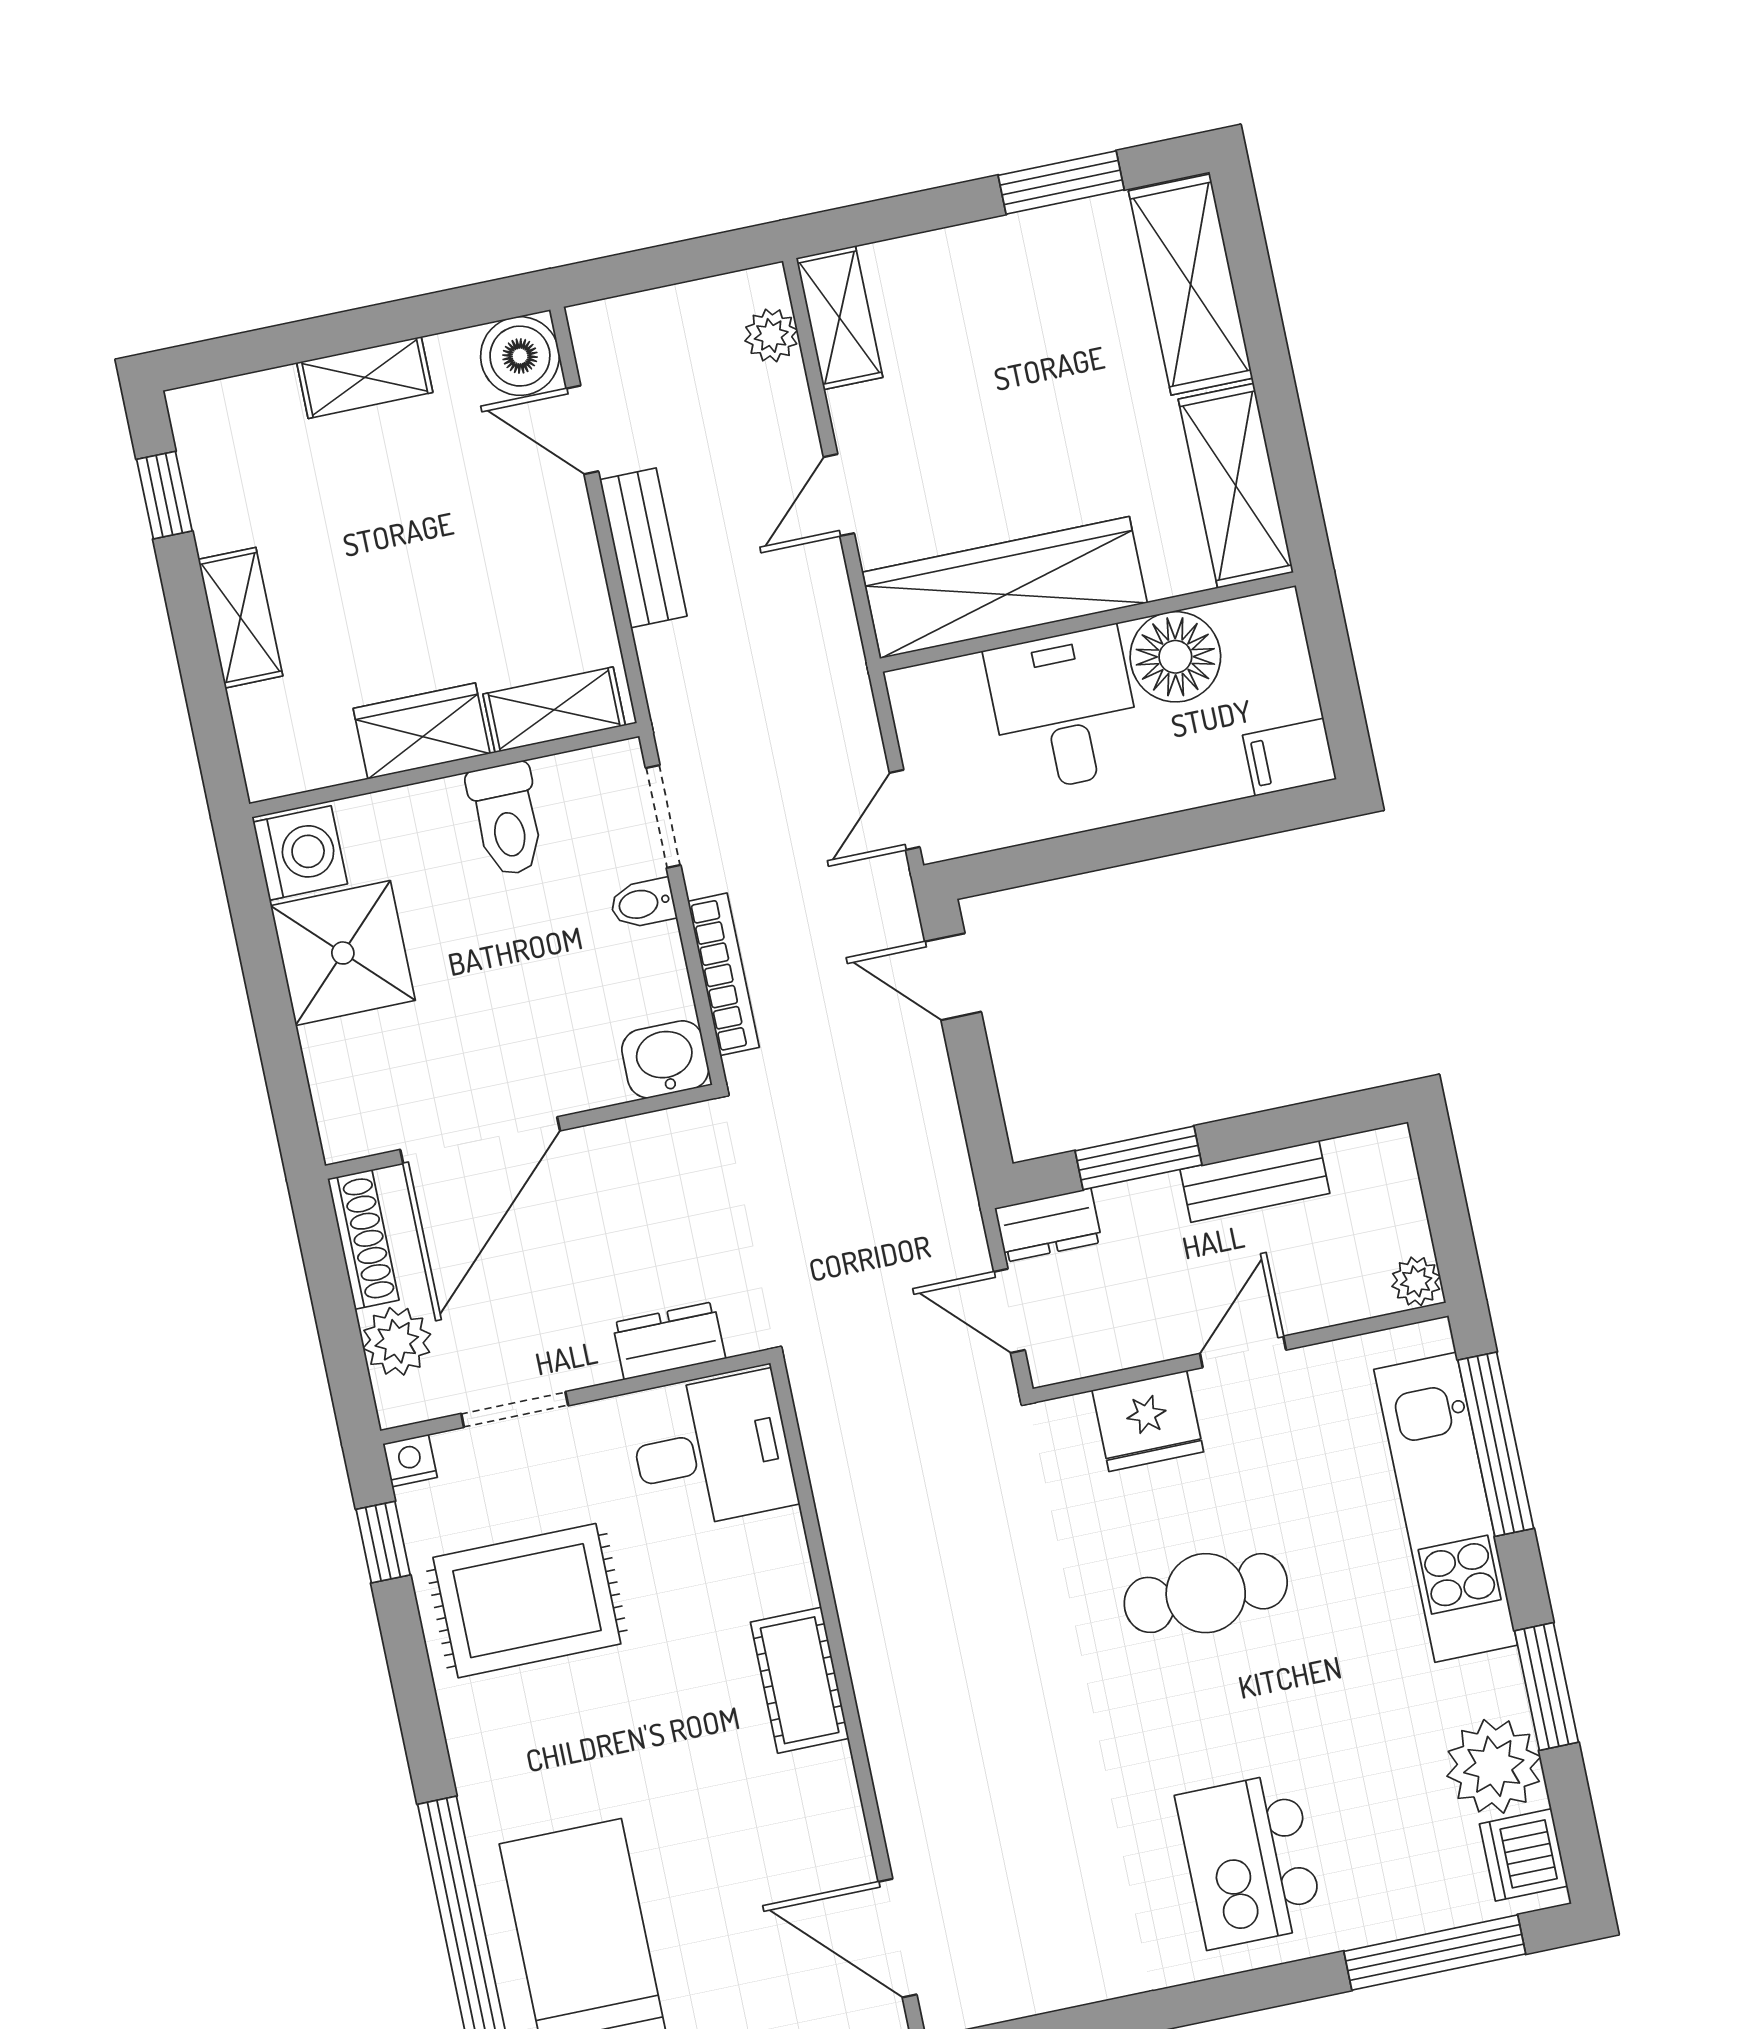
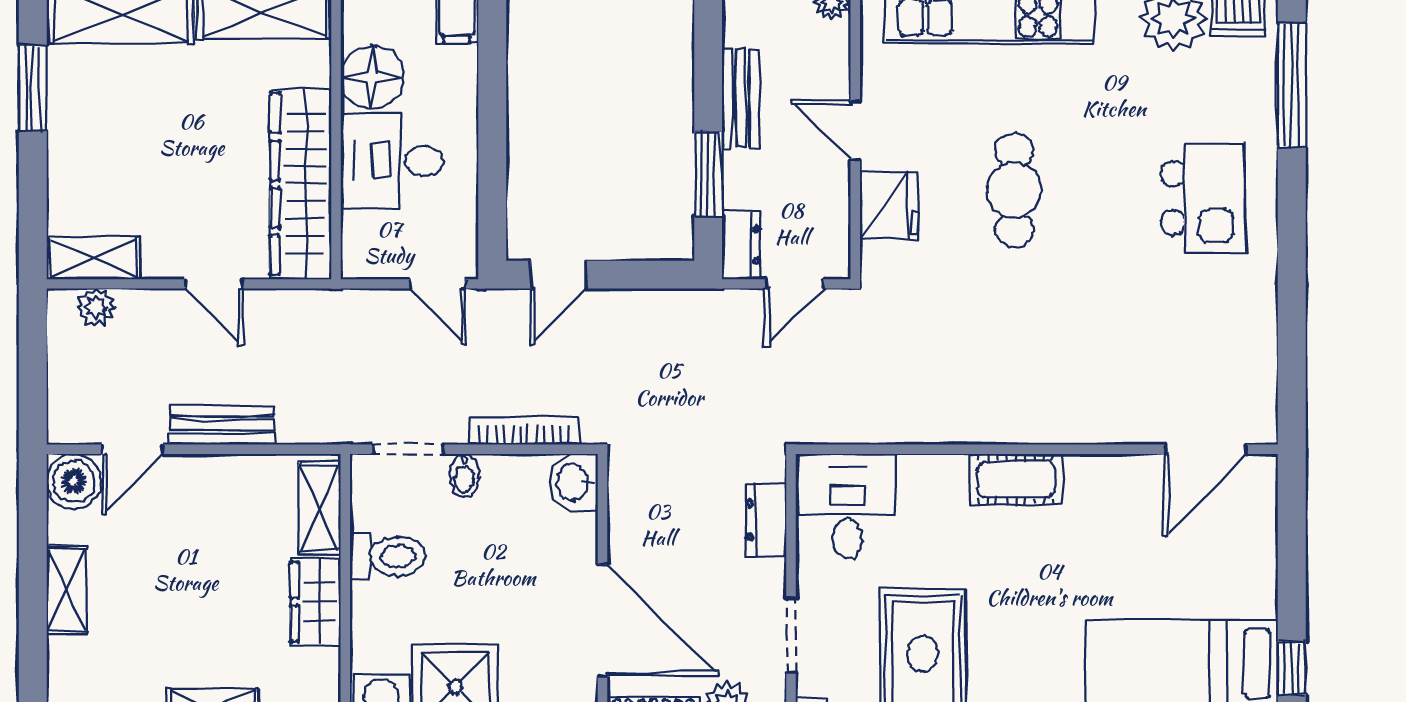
kitchen island: (1250, 1861) -> (1203, 198), turned -90

